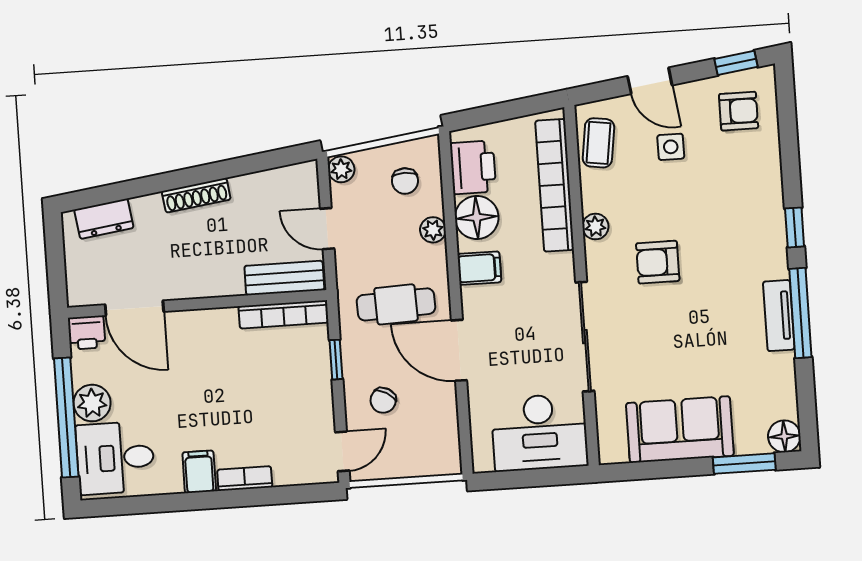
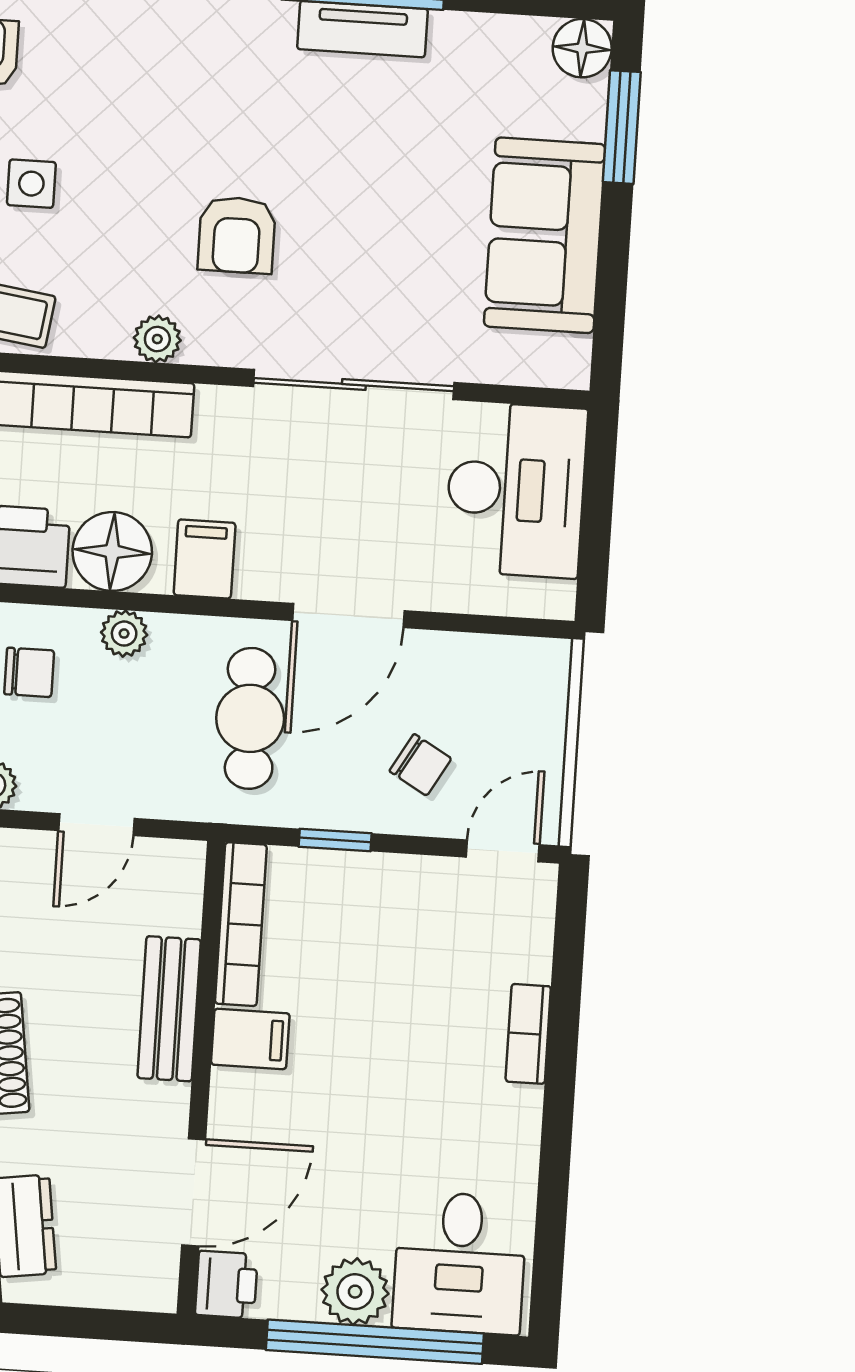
bench: (284, 278) -> (169, 1009), moved
door: (342, 451) -> (503, 851), hinge flipped
filing cabinet: (199, 472) -> (250, 1039), moved, turned 180

